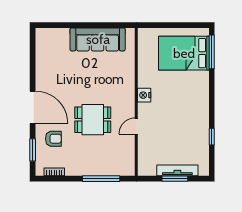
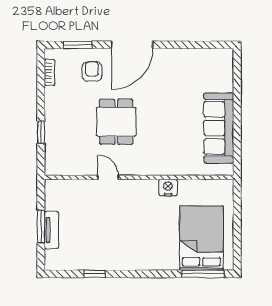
nightstand: (144, 95) -> (168, 187), moved
armchair: (53, 139) -> (92, 71), turned 180
tv unit: (177, 170) -> (51, 230), width x0.71
window: (101, 179) -> (41, 132), width x0.46

